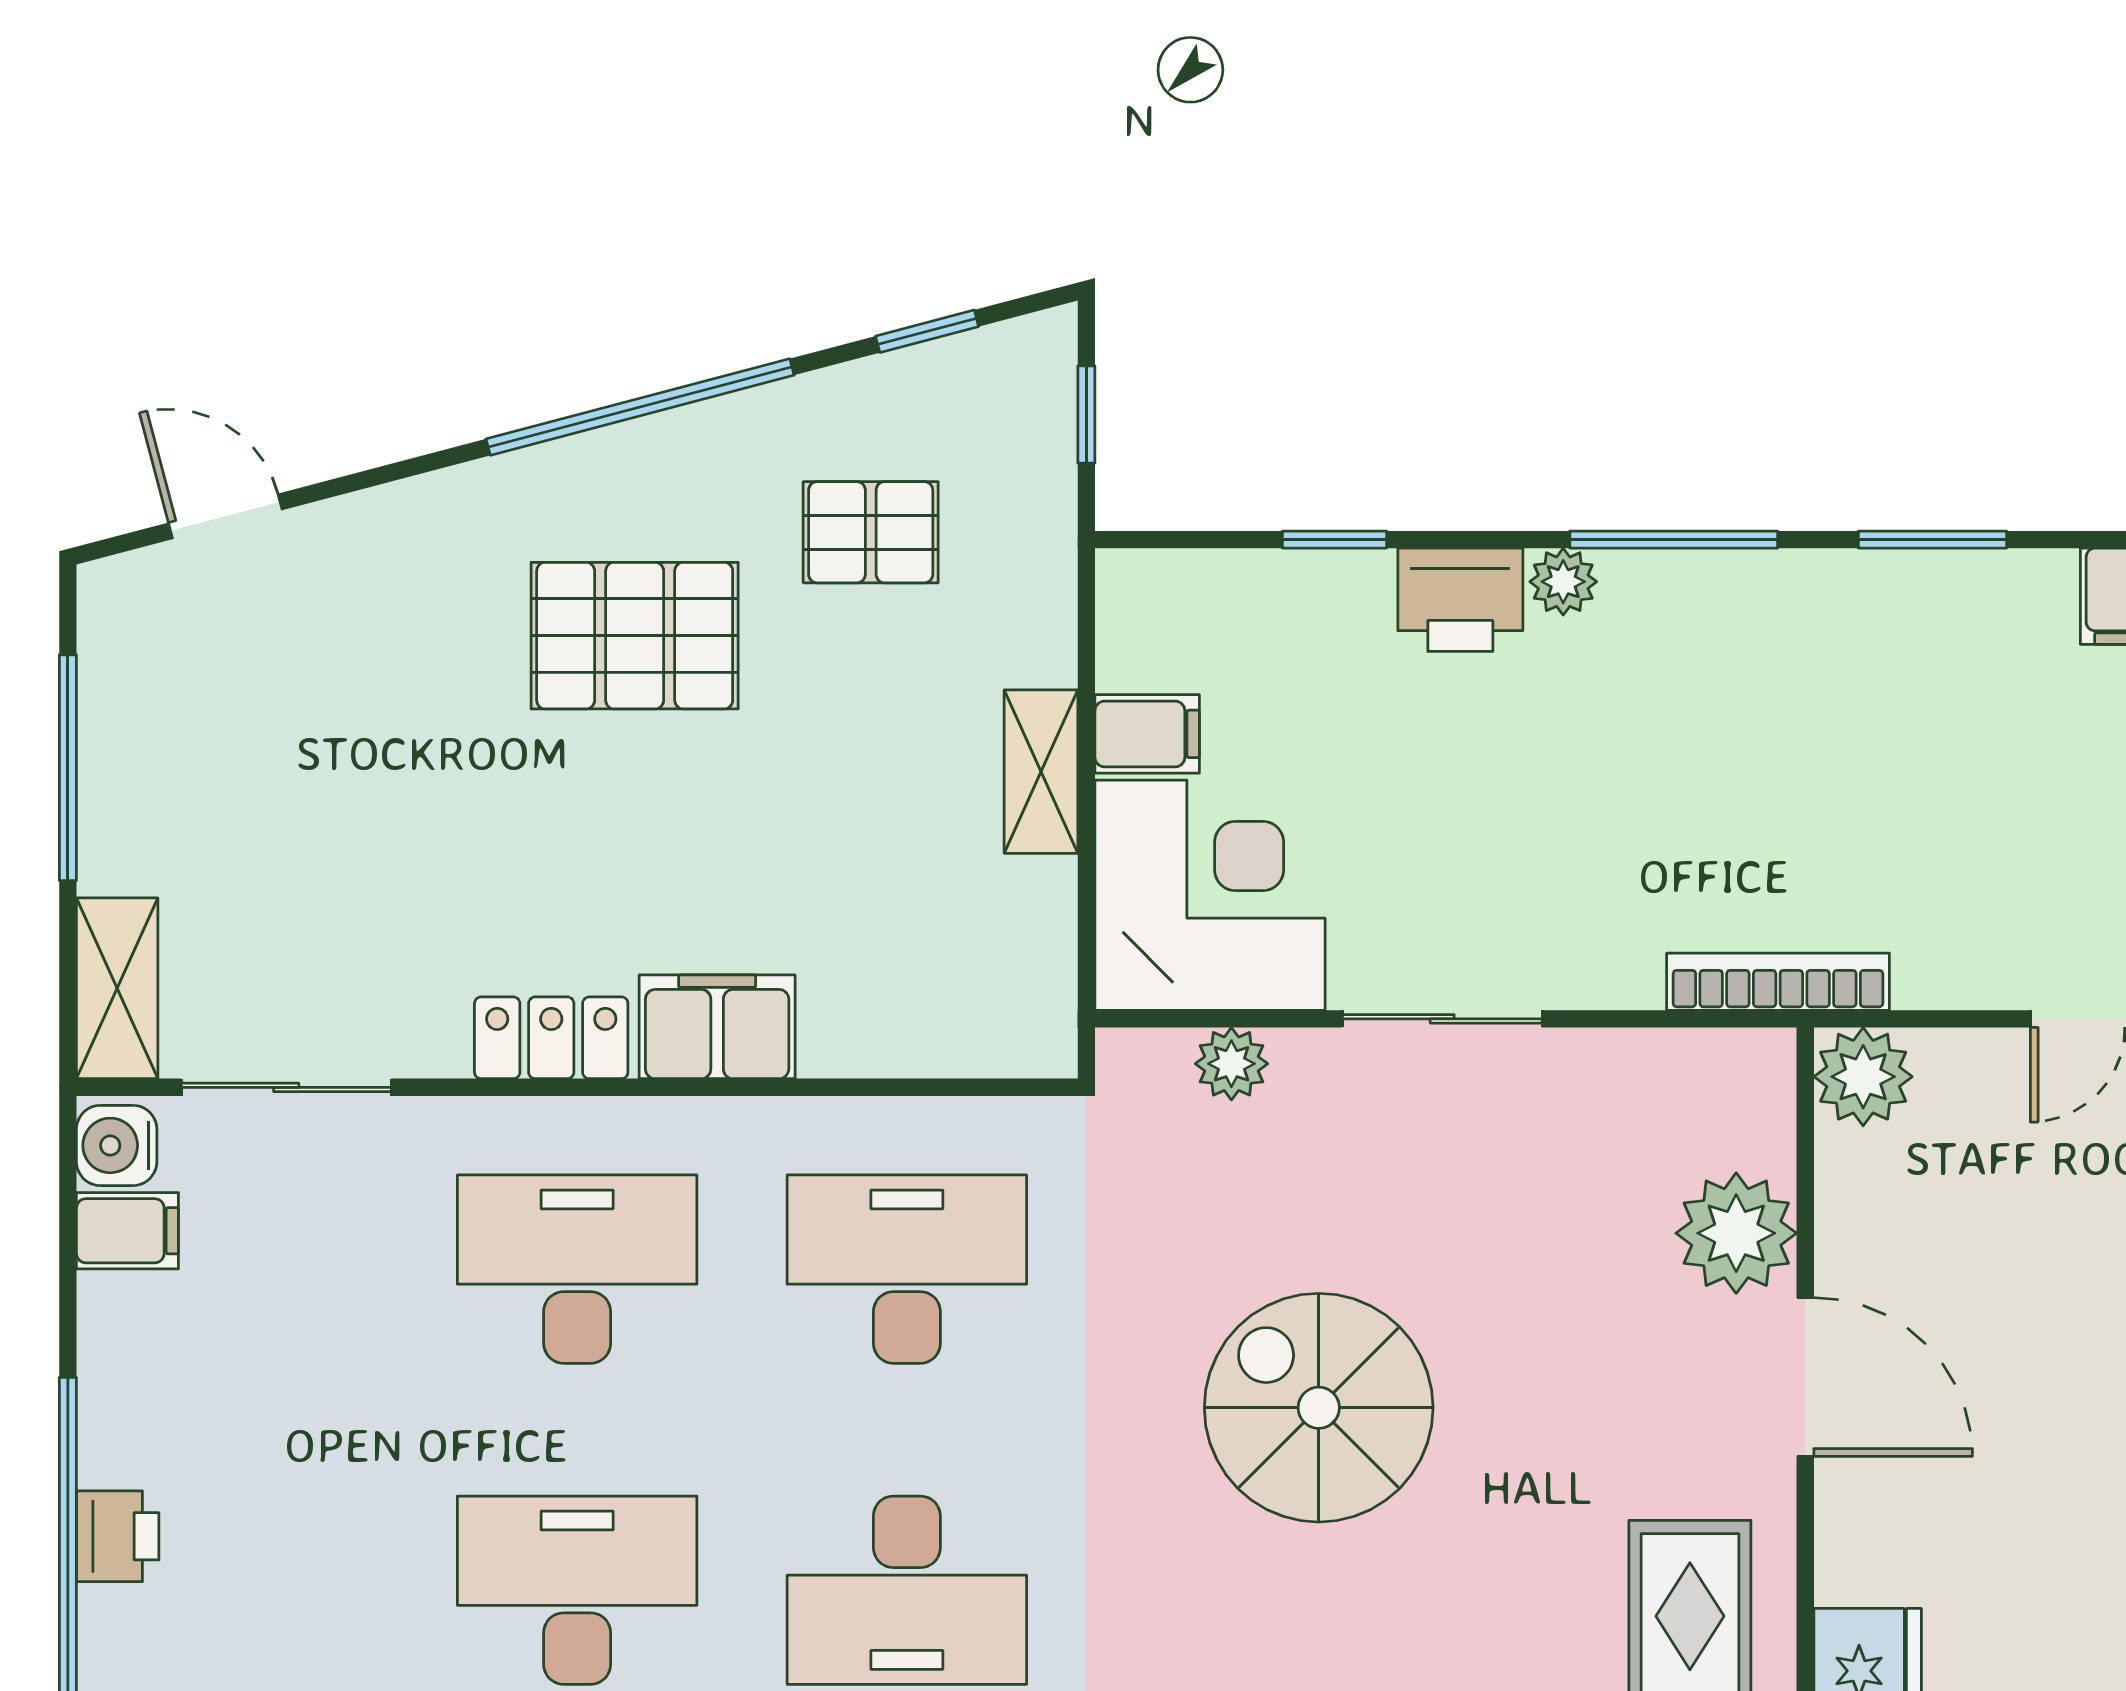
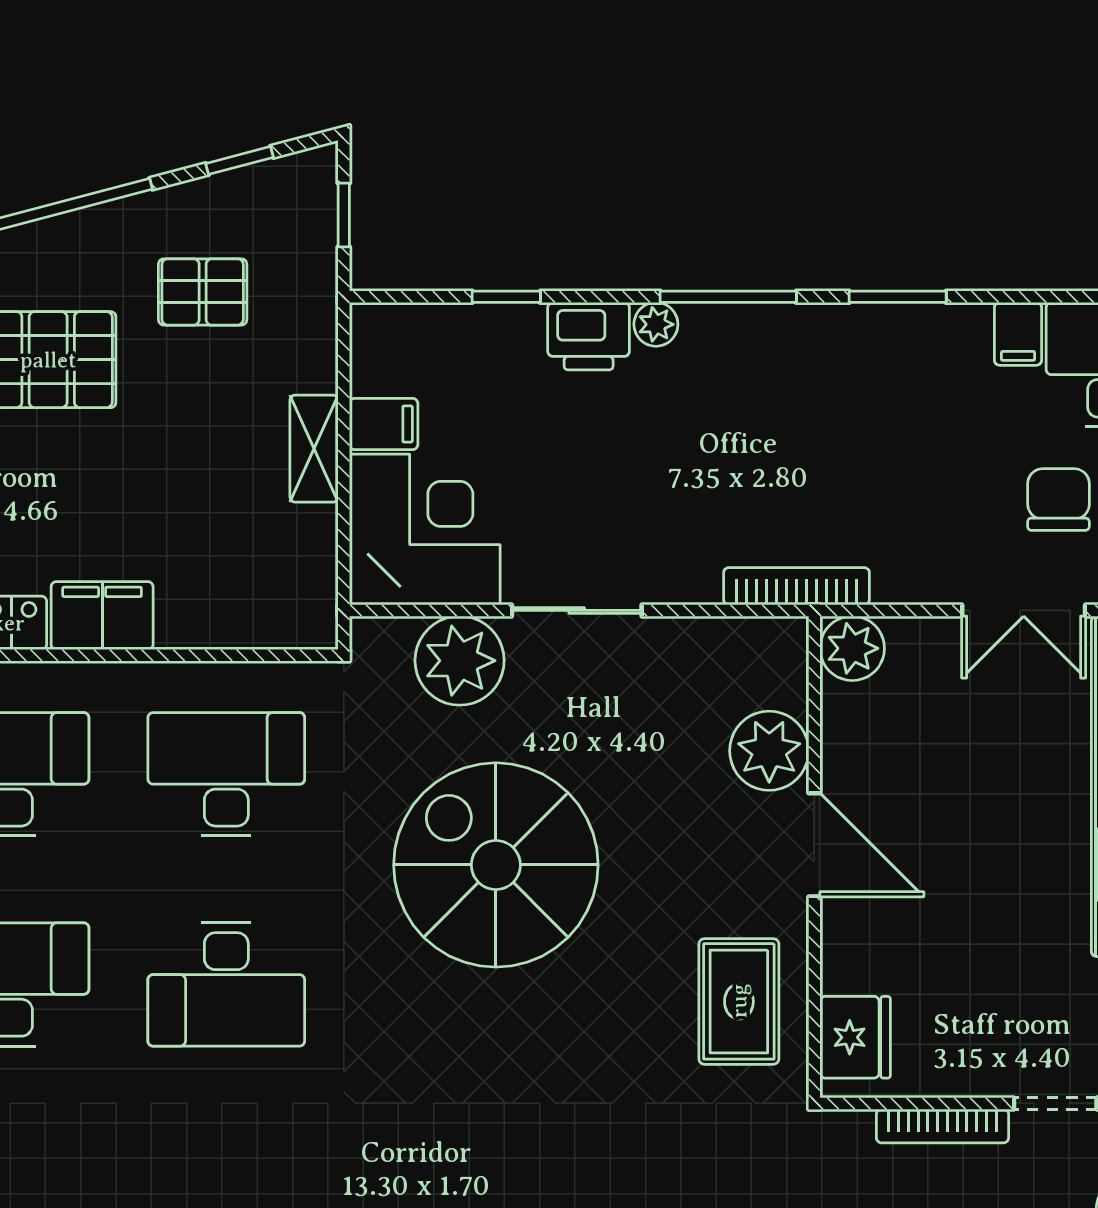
plant: (1231, 1064) -> (460, 661), width x1.87, depth x1.87
spiral stairs: (1319, 1408) -> (496, 865), width x1.37, depth x1.37

